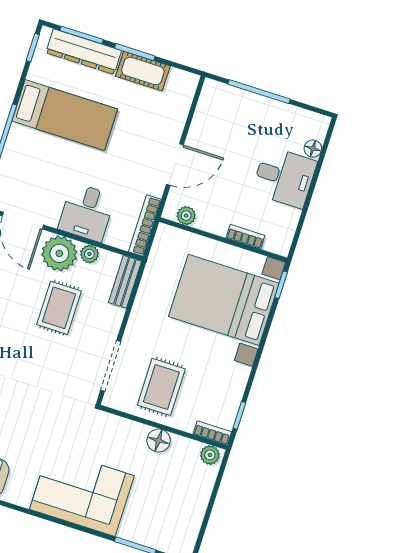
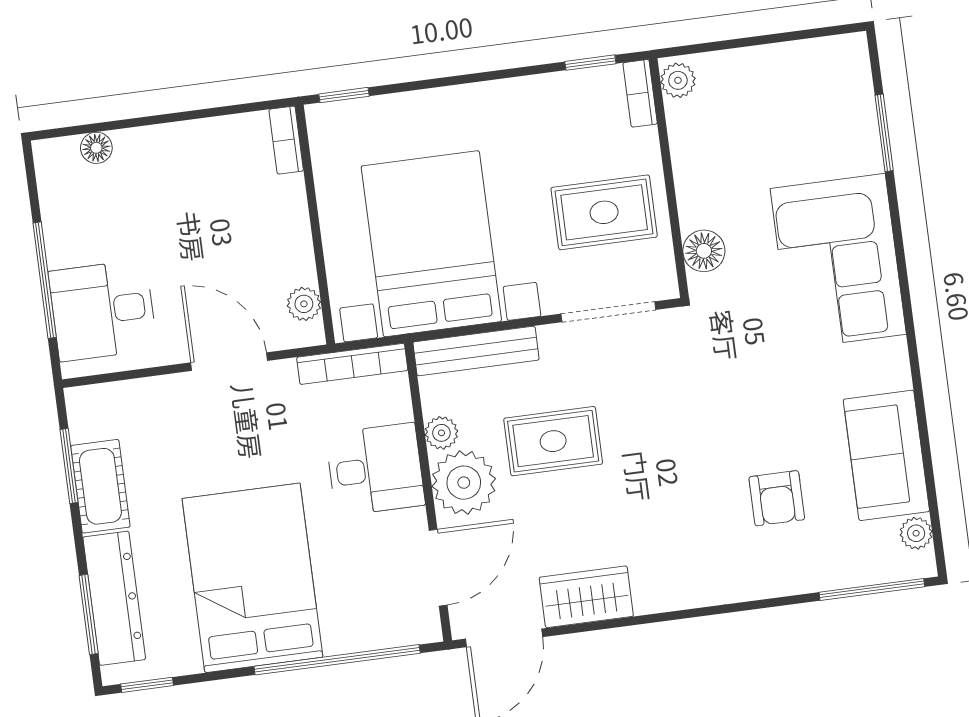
window: (135, 52) -> (69, 466), moved
bed: (65, 115) -> (252, 578), width x1.50
desk: (284, 177) -> (103, 310), moved, turned -90
bookcase: (245, 237) -> (286, 140), moved
bench: (125, 282) -> (476, 351), width x1.36
bed with nightstands: (224, 300) -> (431, 244), moved, turned 180
floor lamp: (159, 441) -> (704, 251), moved

